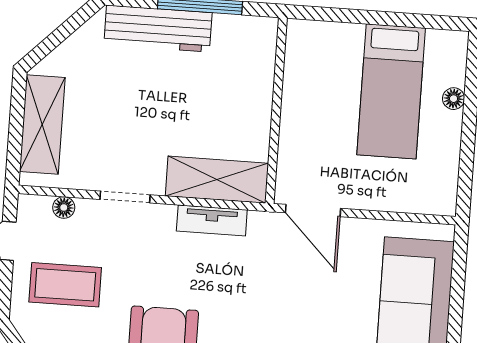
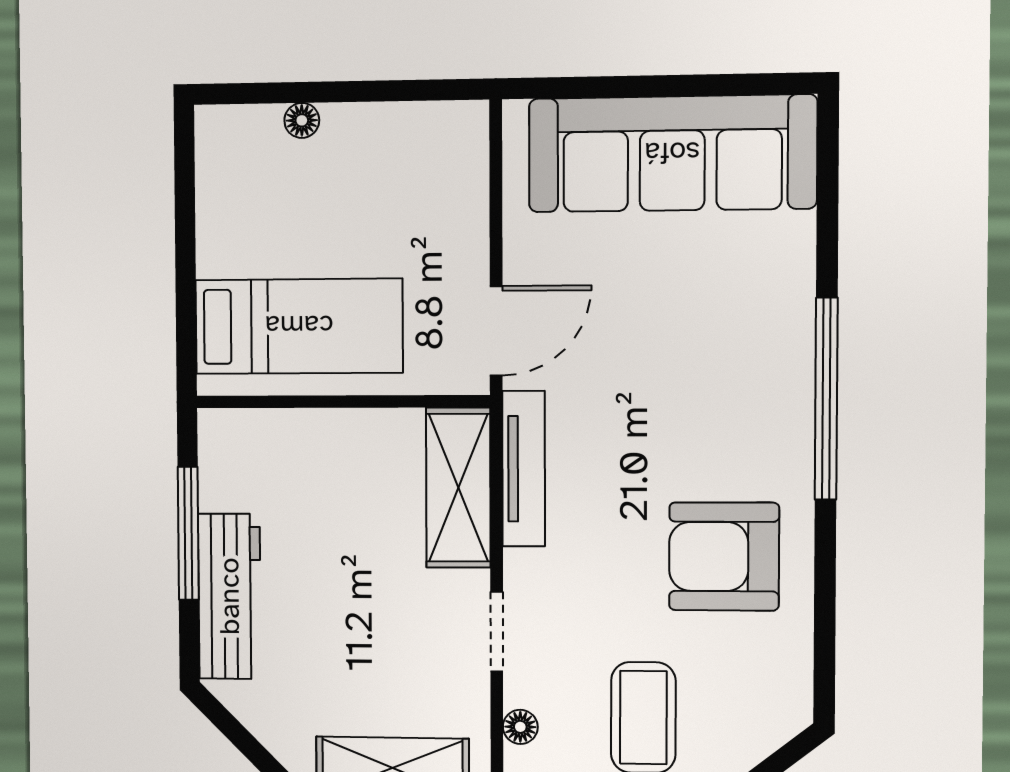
bed: (391, 91) -> (299, 326), moved
tv unit: (212, 220) -> (524, 469), width x1.41

